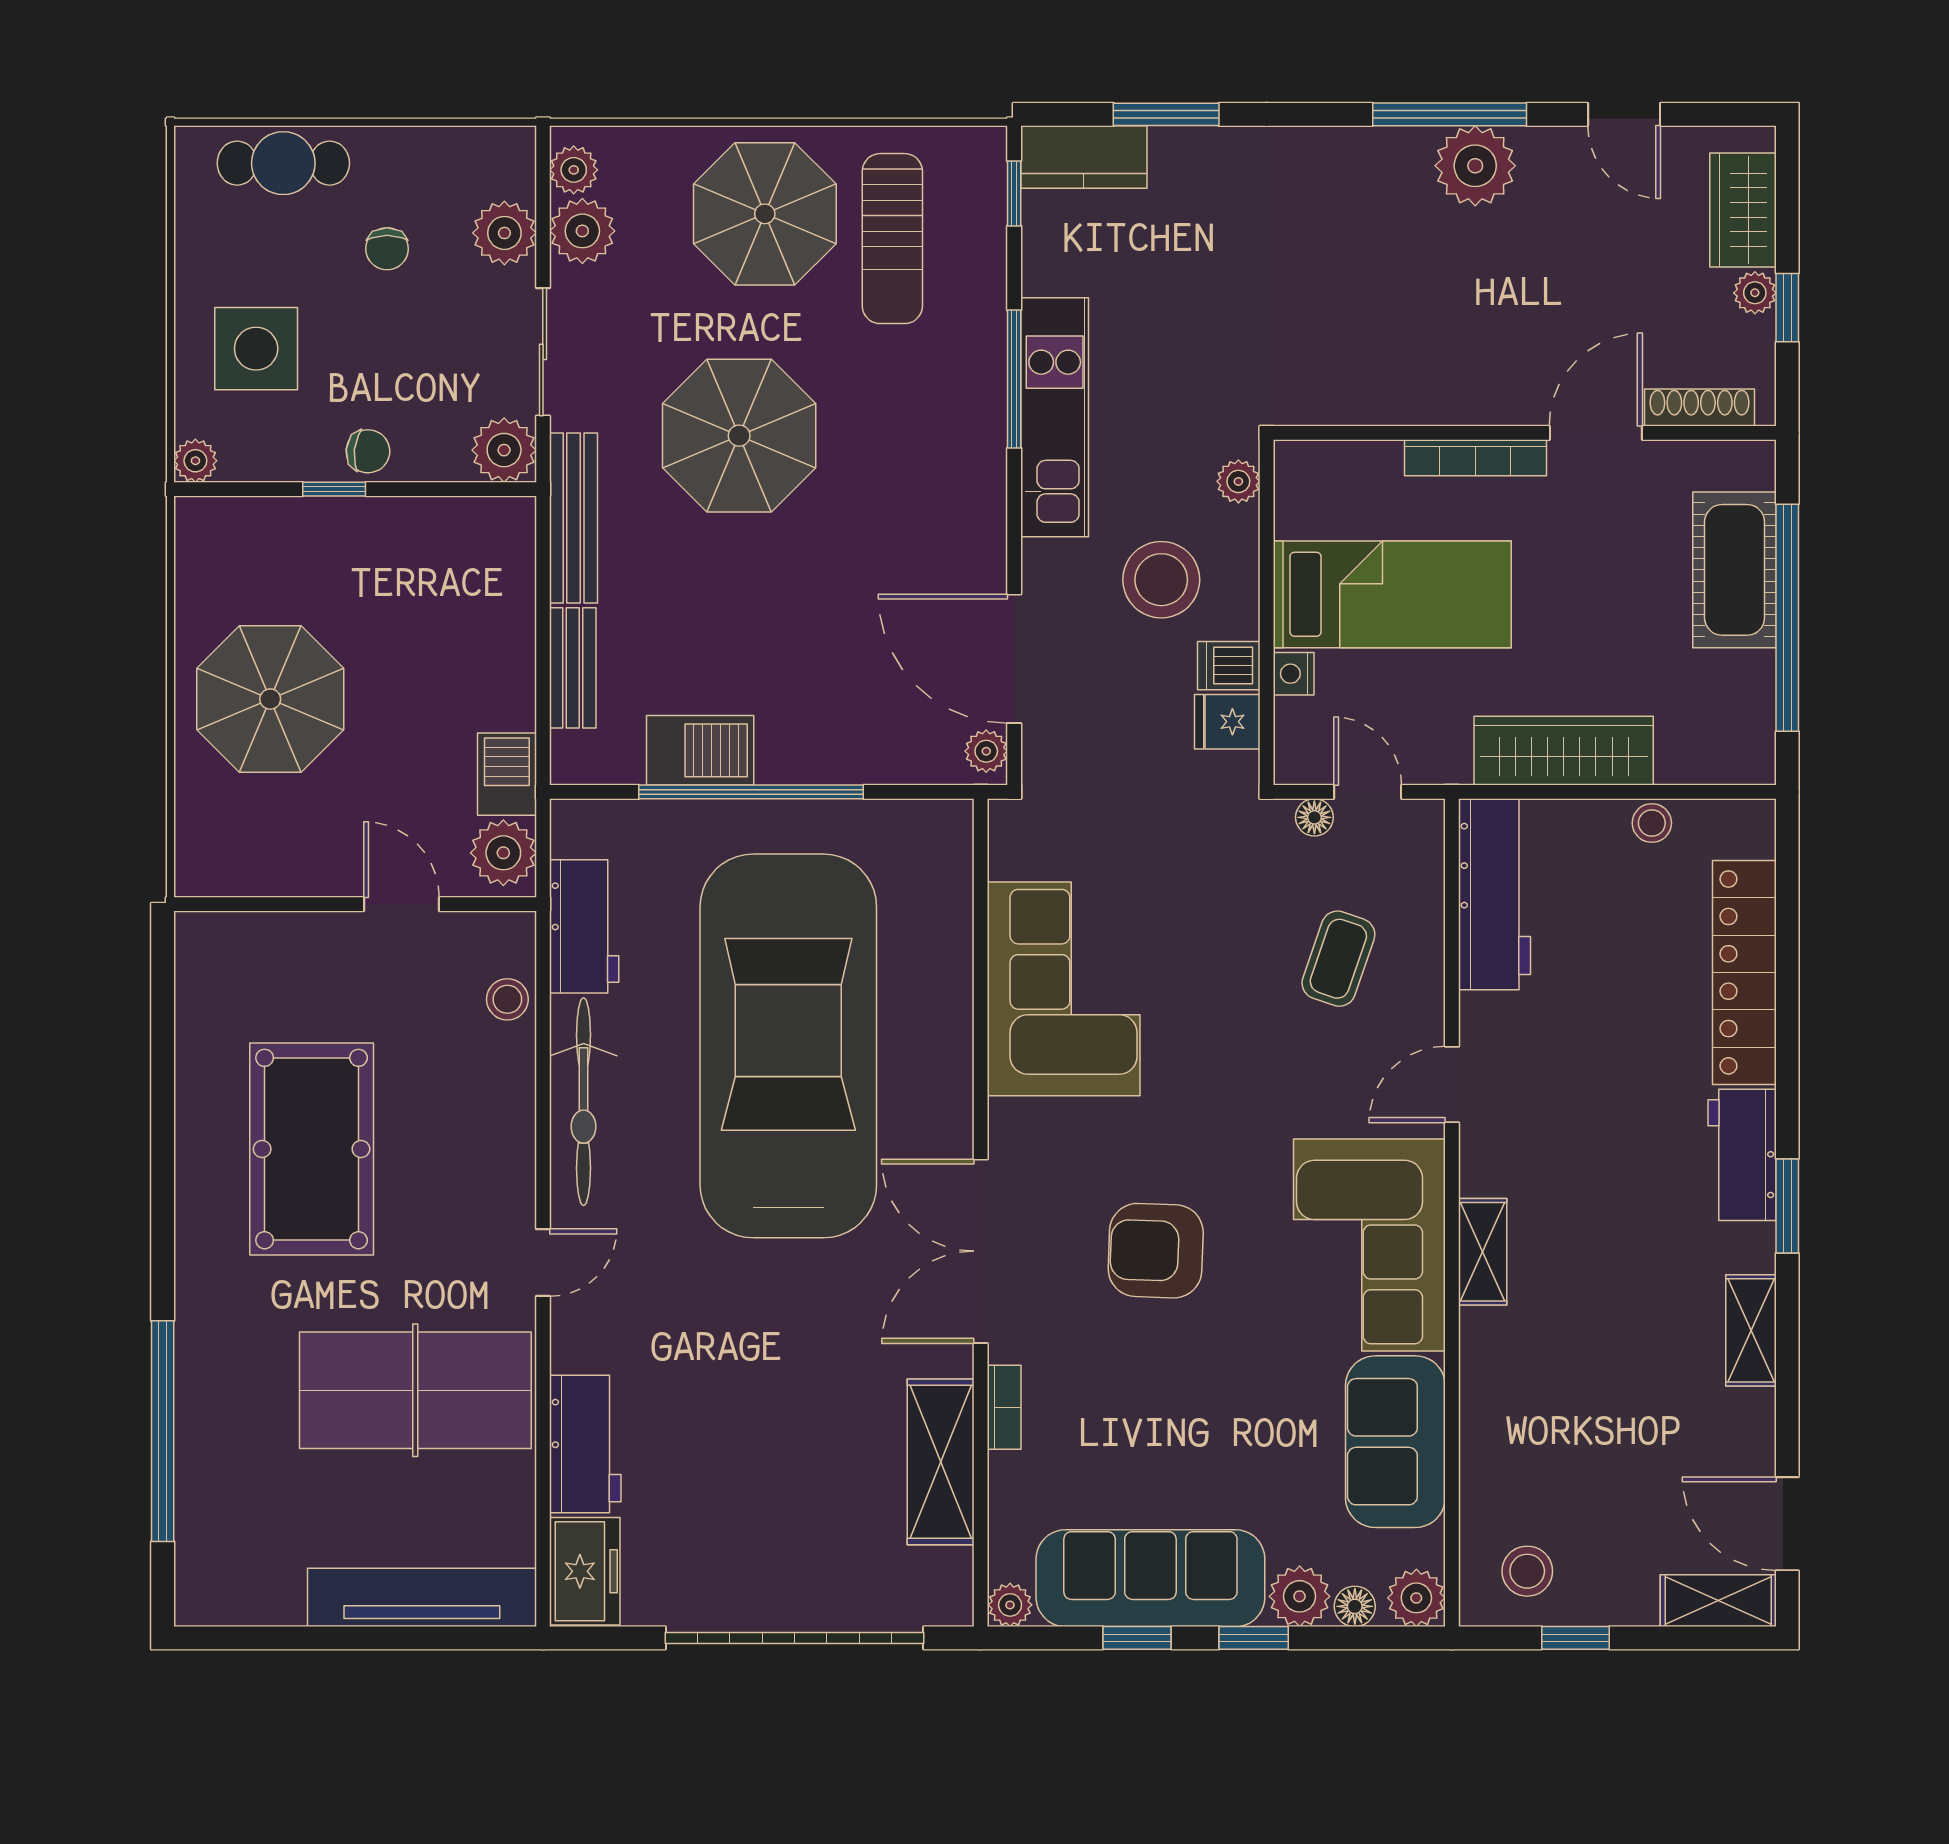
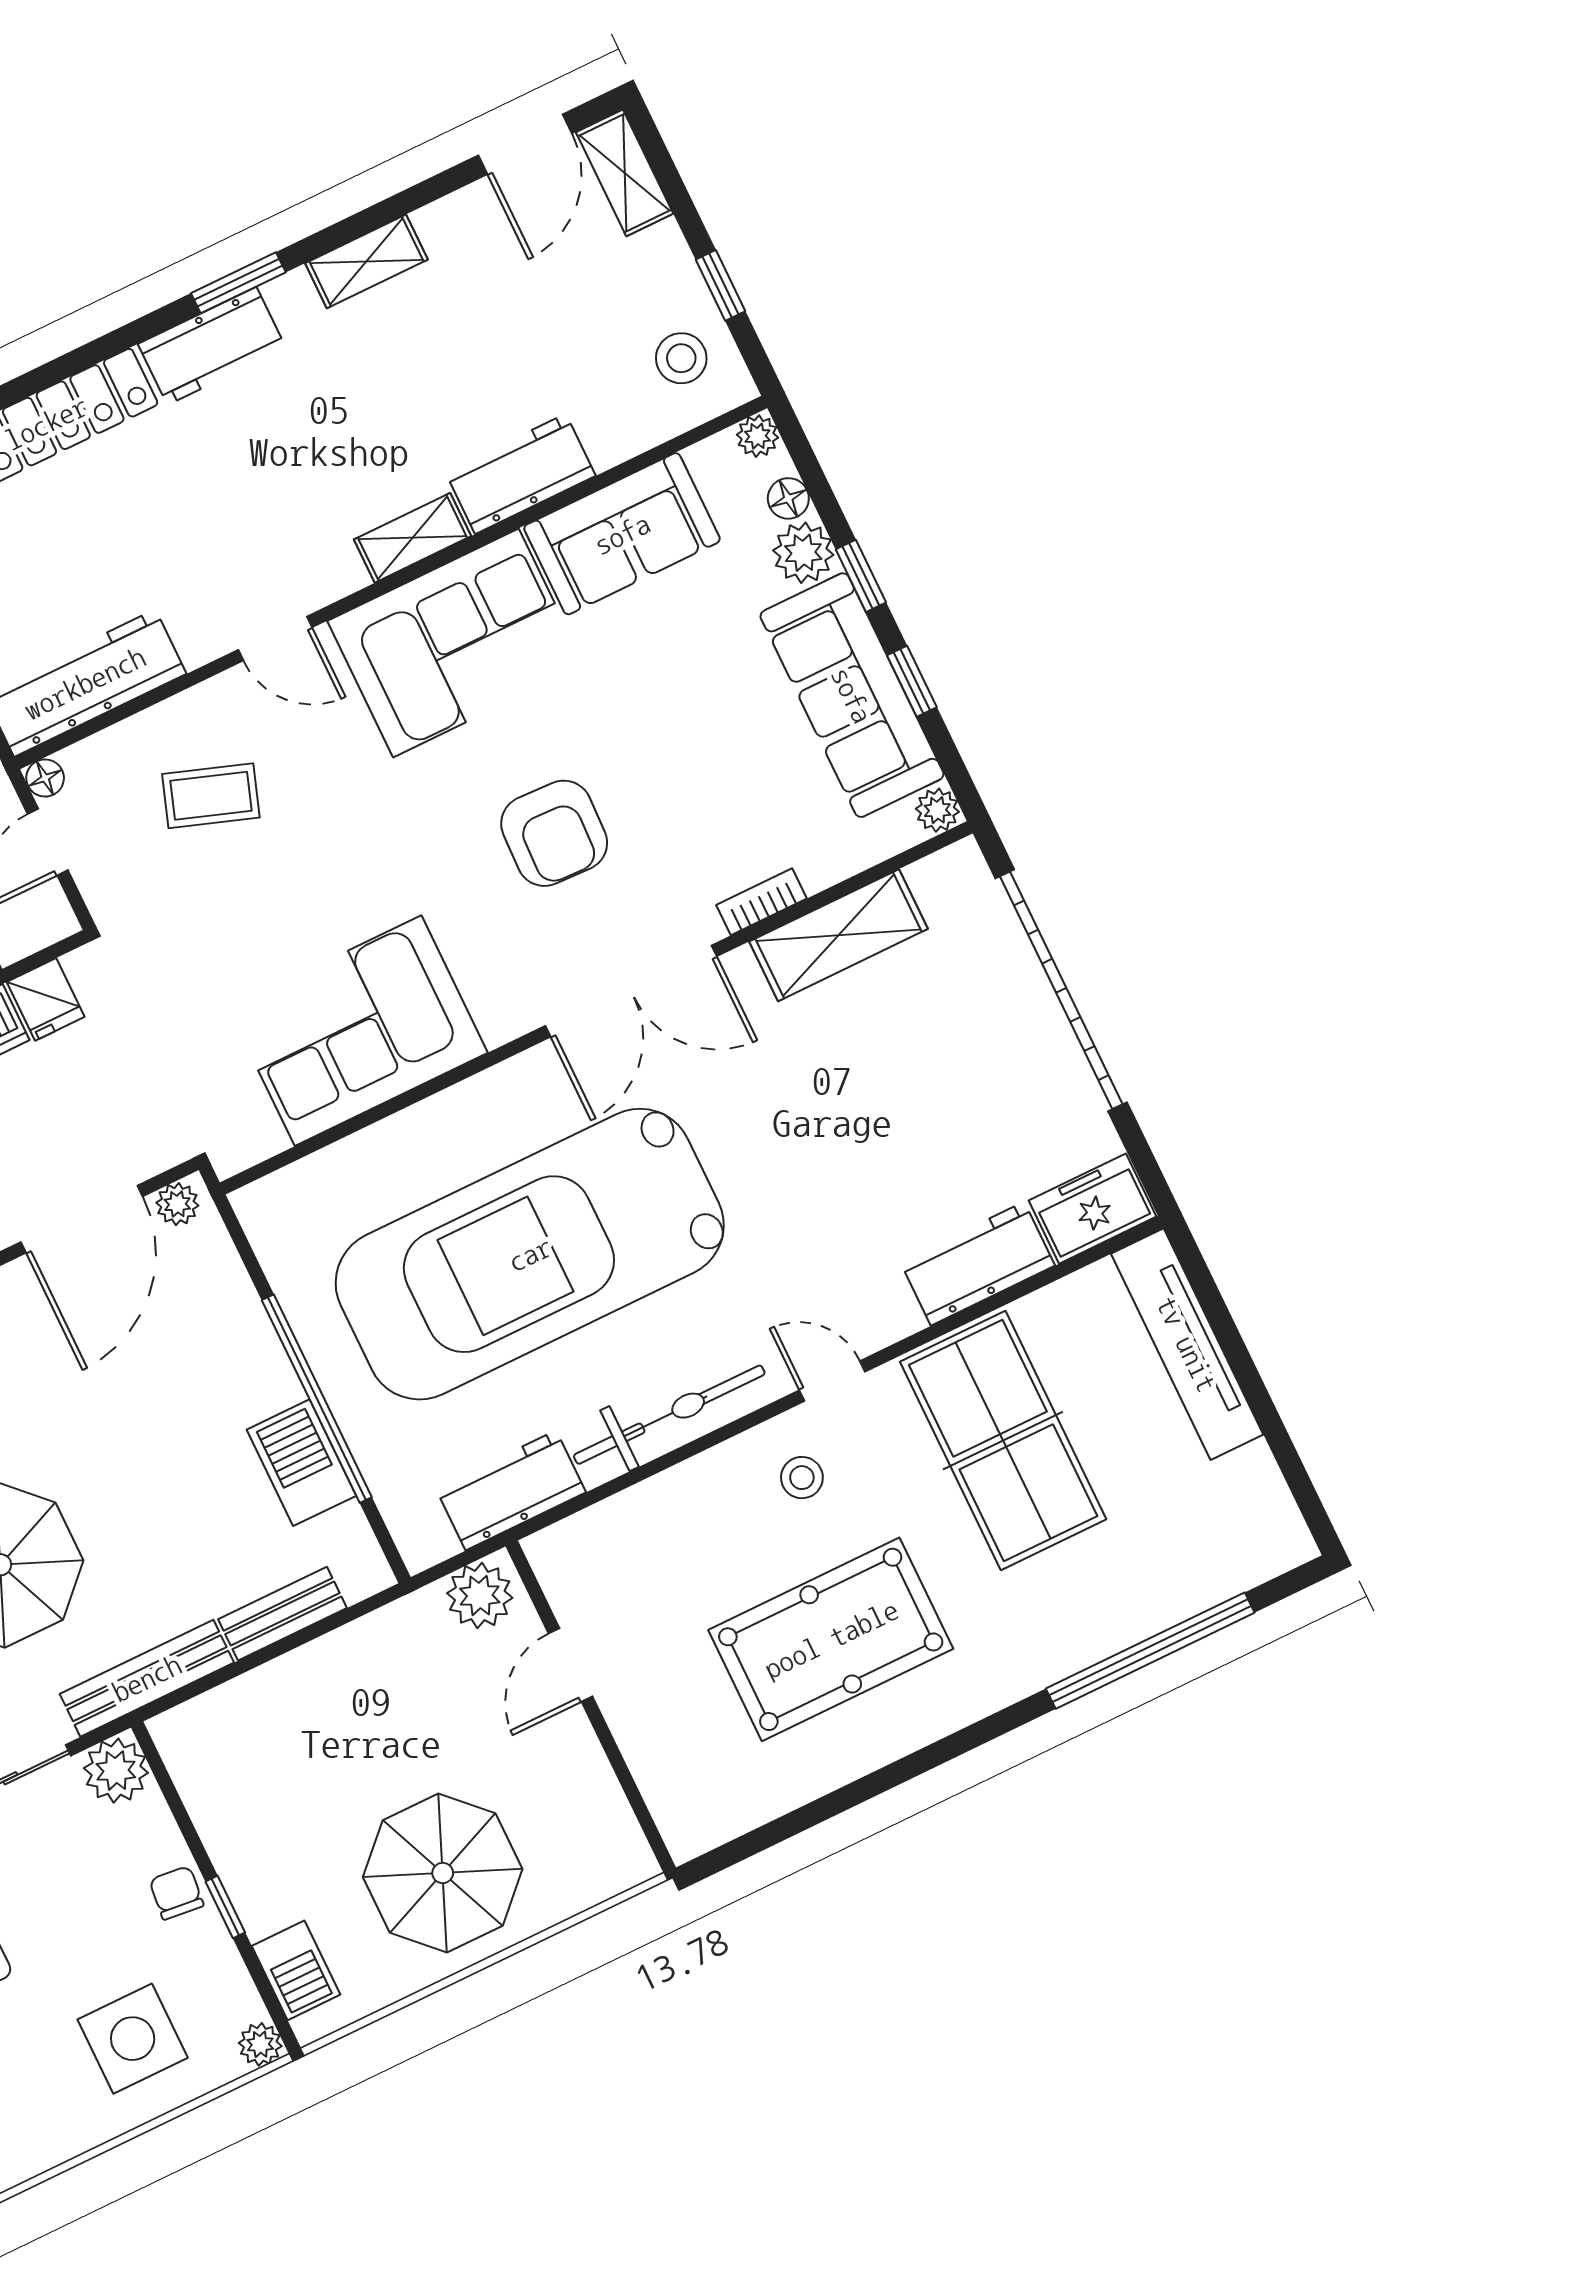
barbecue: (507, 774) -> (296, 1970), moved, turned -90
floor lamp: (1314, 817) -> (45, 778), moved
stool: (507, 999) -> (802, 1478), moved
workbench: (1493, 1376) -> (520, 474), added
plant: (1416, 1598) -> (758, 436), width x0.73, depth x0.73

